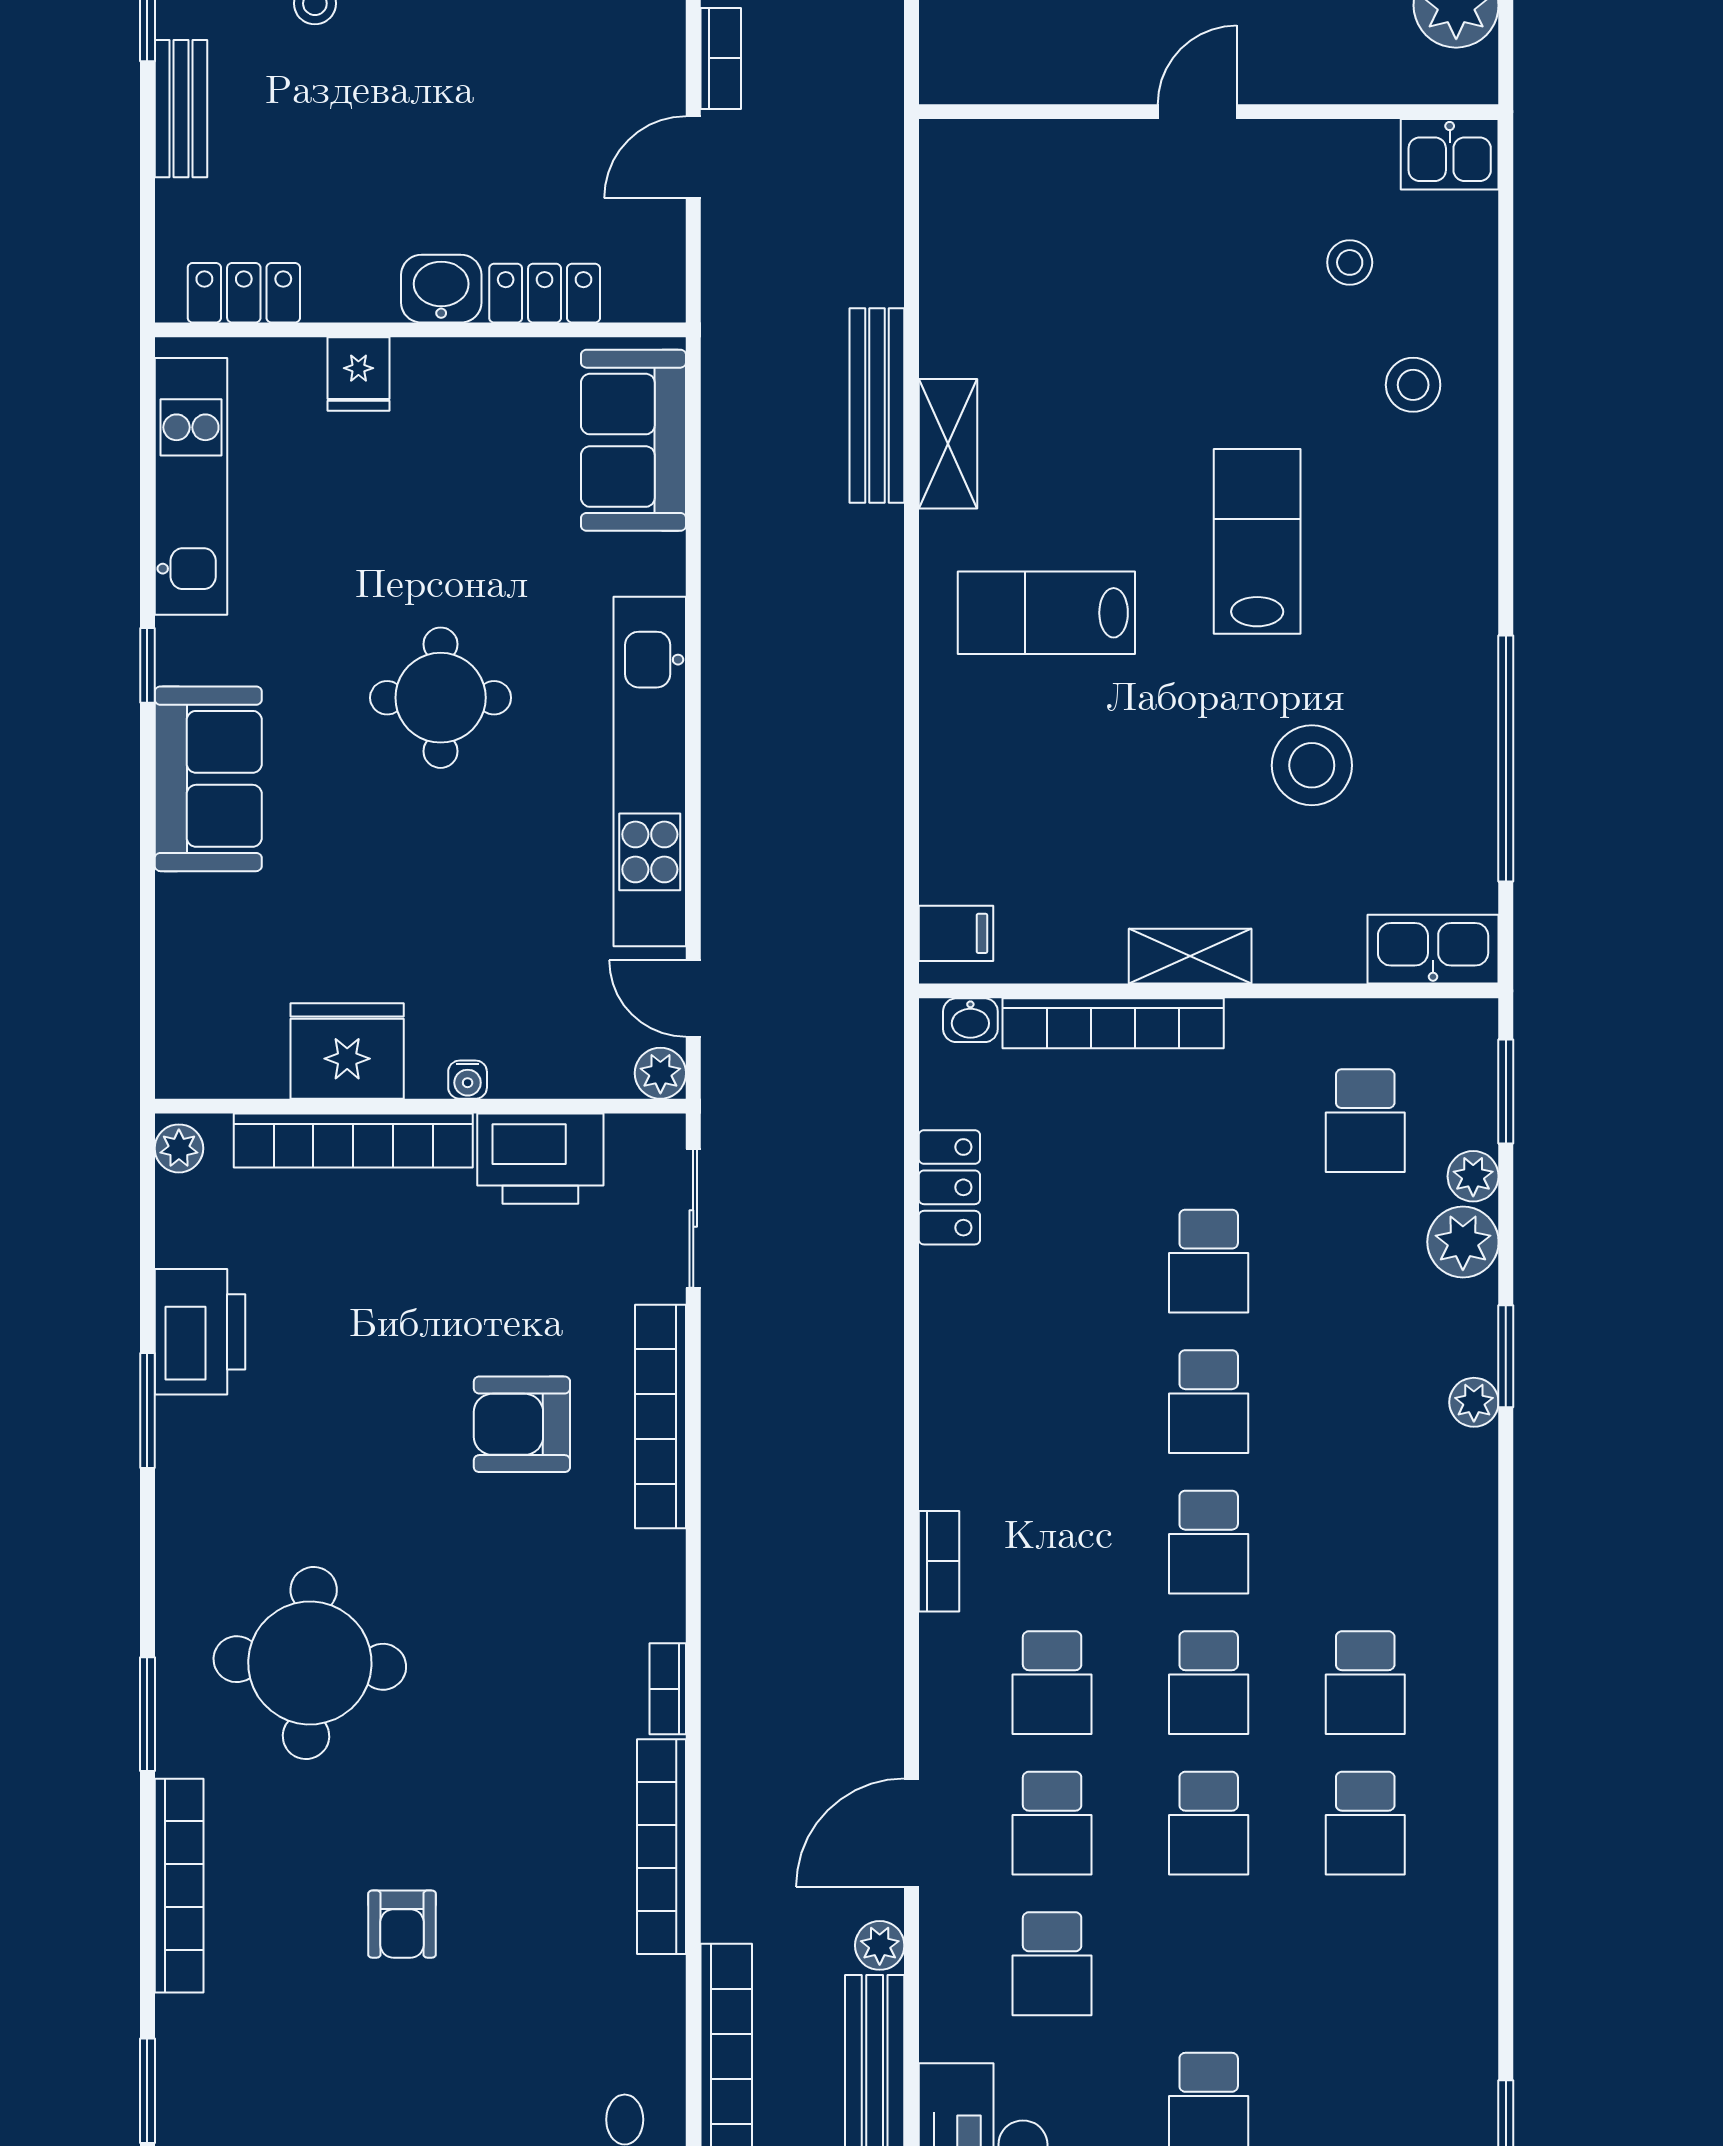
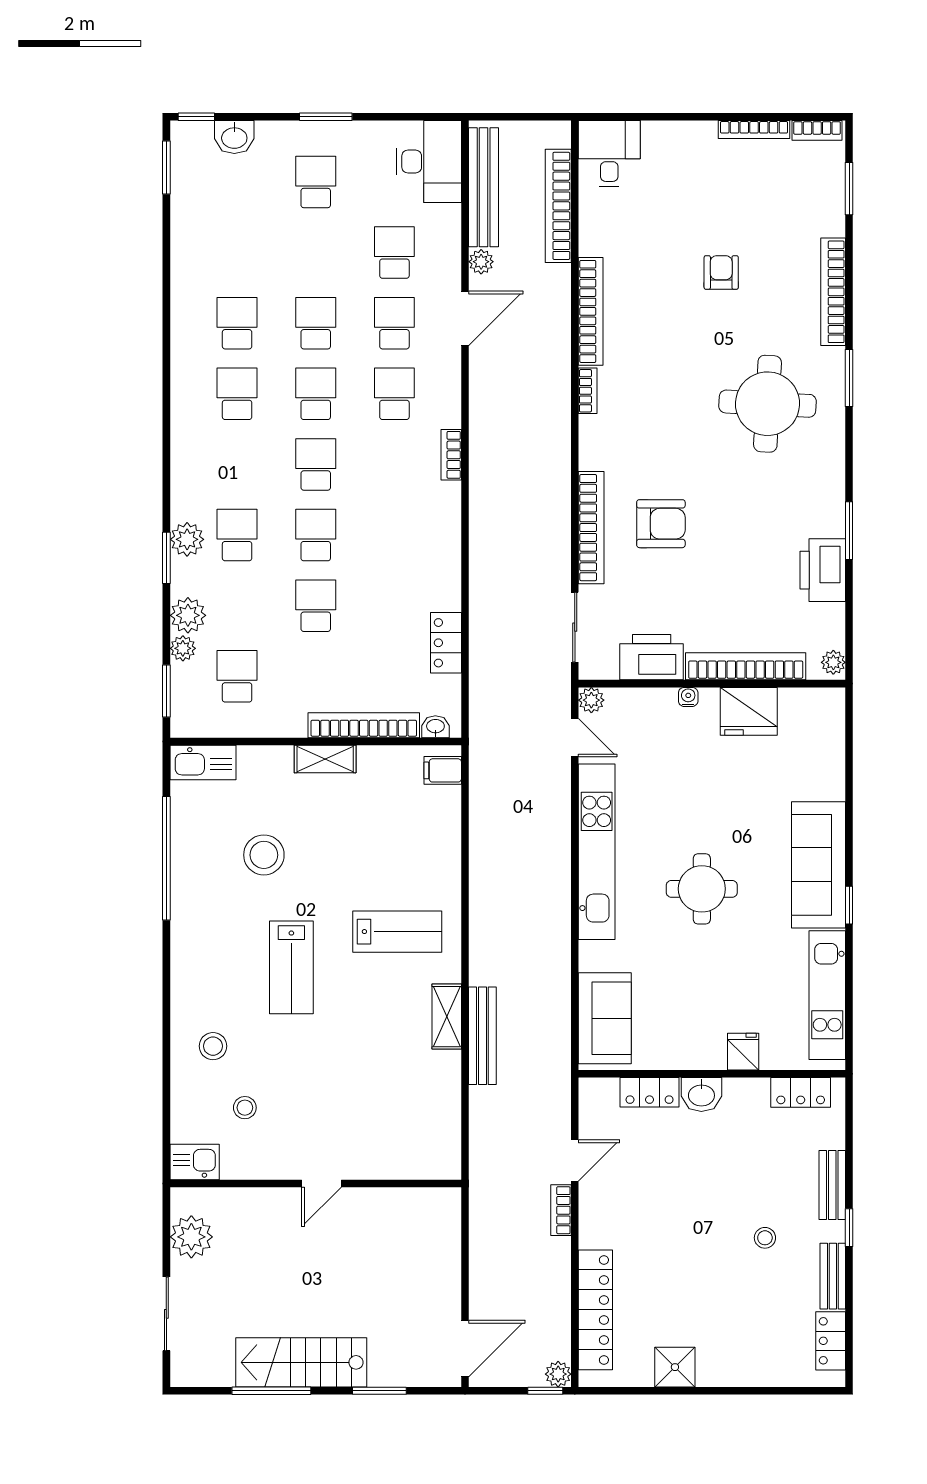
sofa: (208, 779) -> (819, 865), width x1.36
school desk: (1365, 1402) -> (237, 535), added
plant: (1474, 1402) -> (187, 539), width x1.38, depth x1.38

